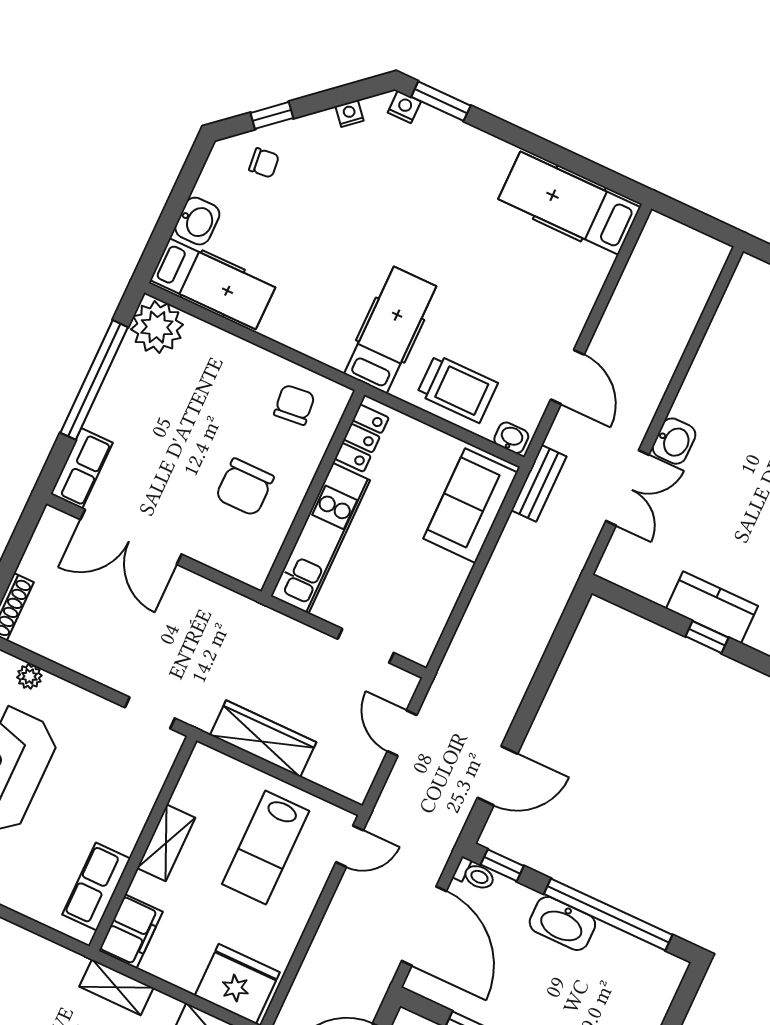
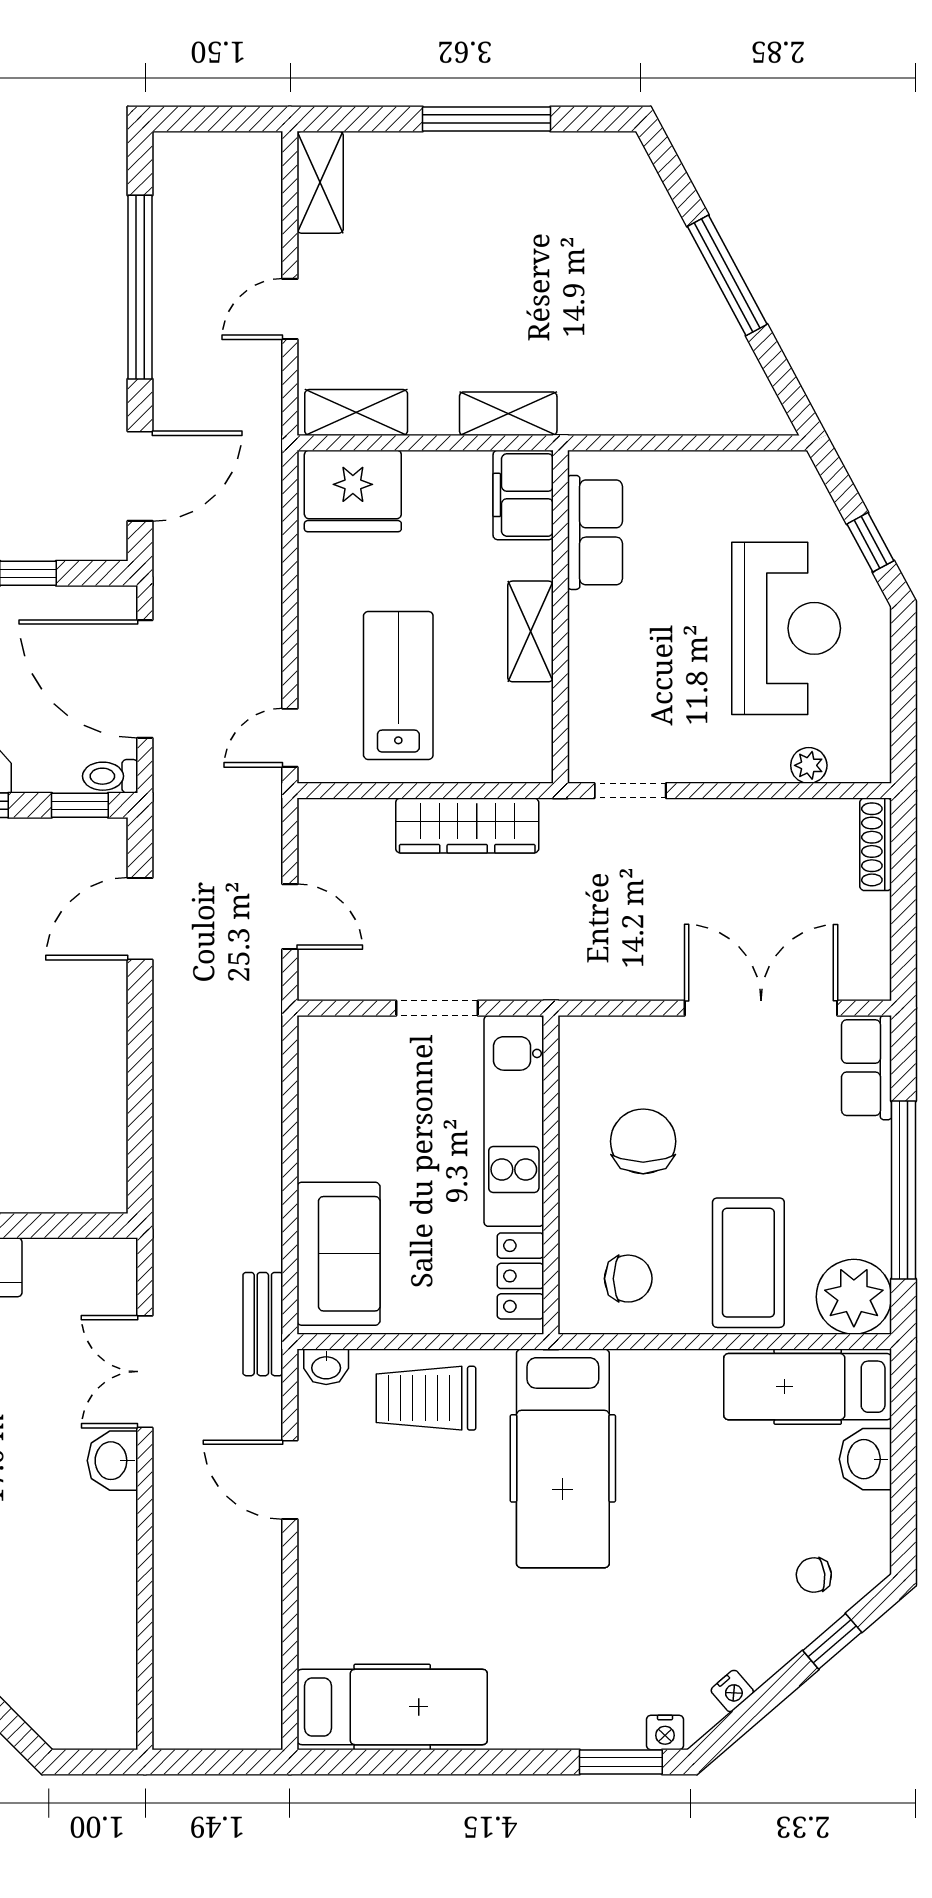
hospital bed: (390, 330) -> (563, 1458), width x1.37, depth x1.29
coffee table: (214, 380) -> (748, 1263), added
chair: (294, 405) -> (628, 1279), turned -84
doorway: (366, 646) -> (437, 1008), moved

